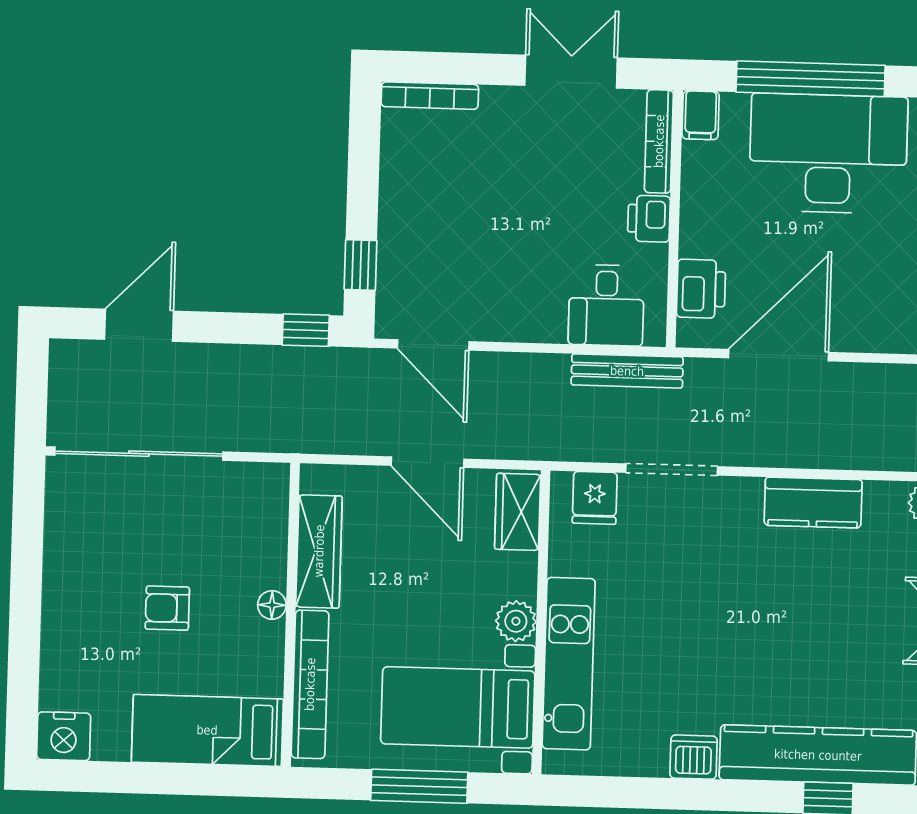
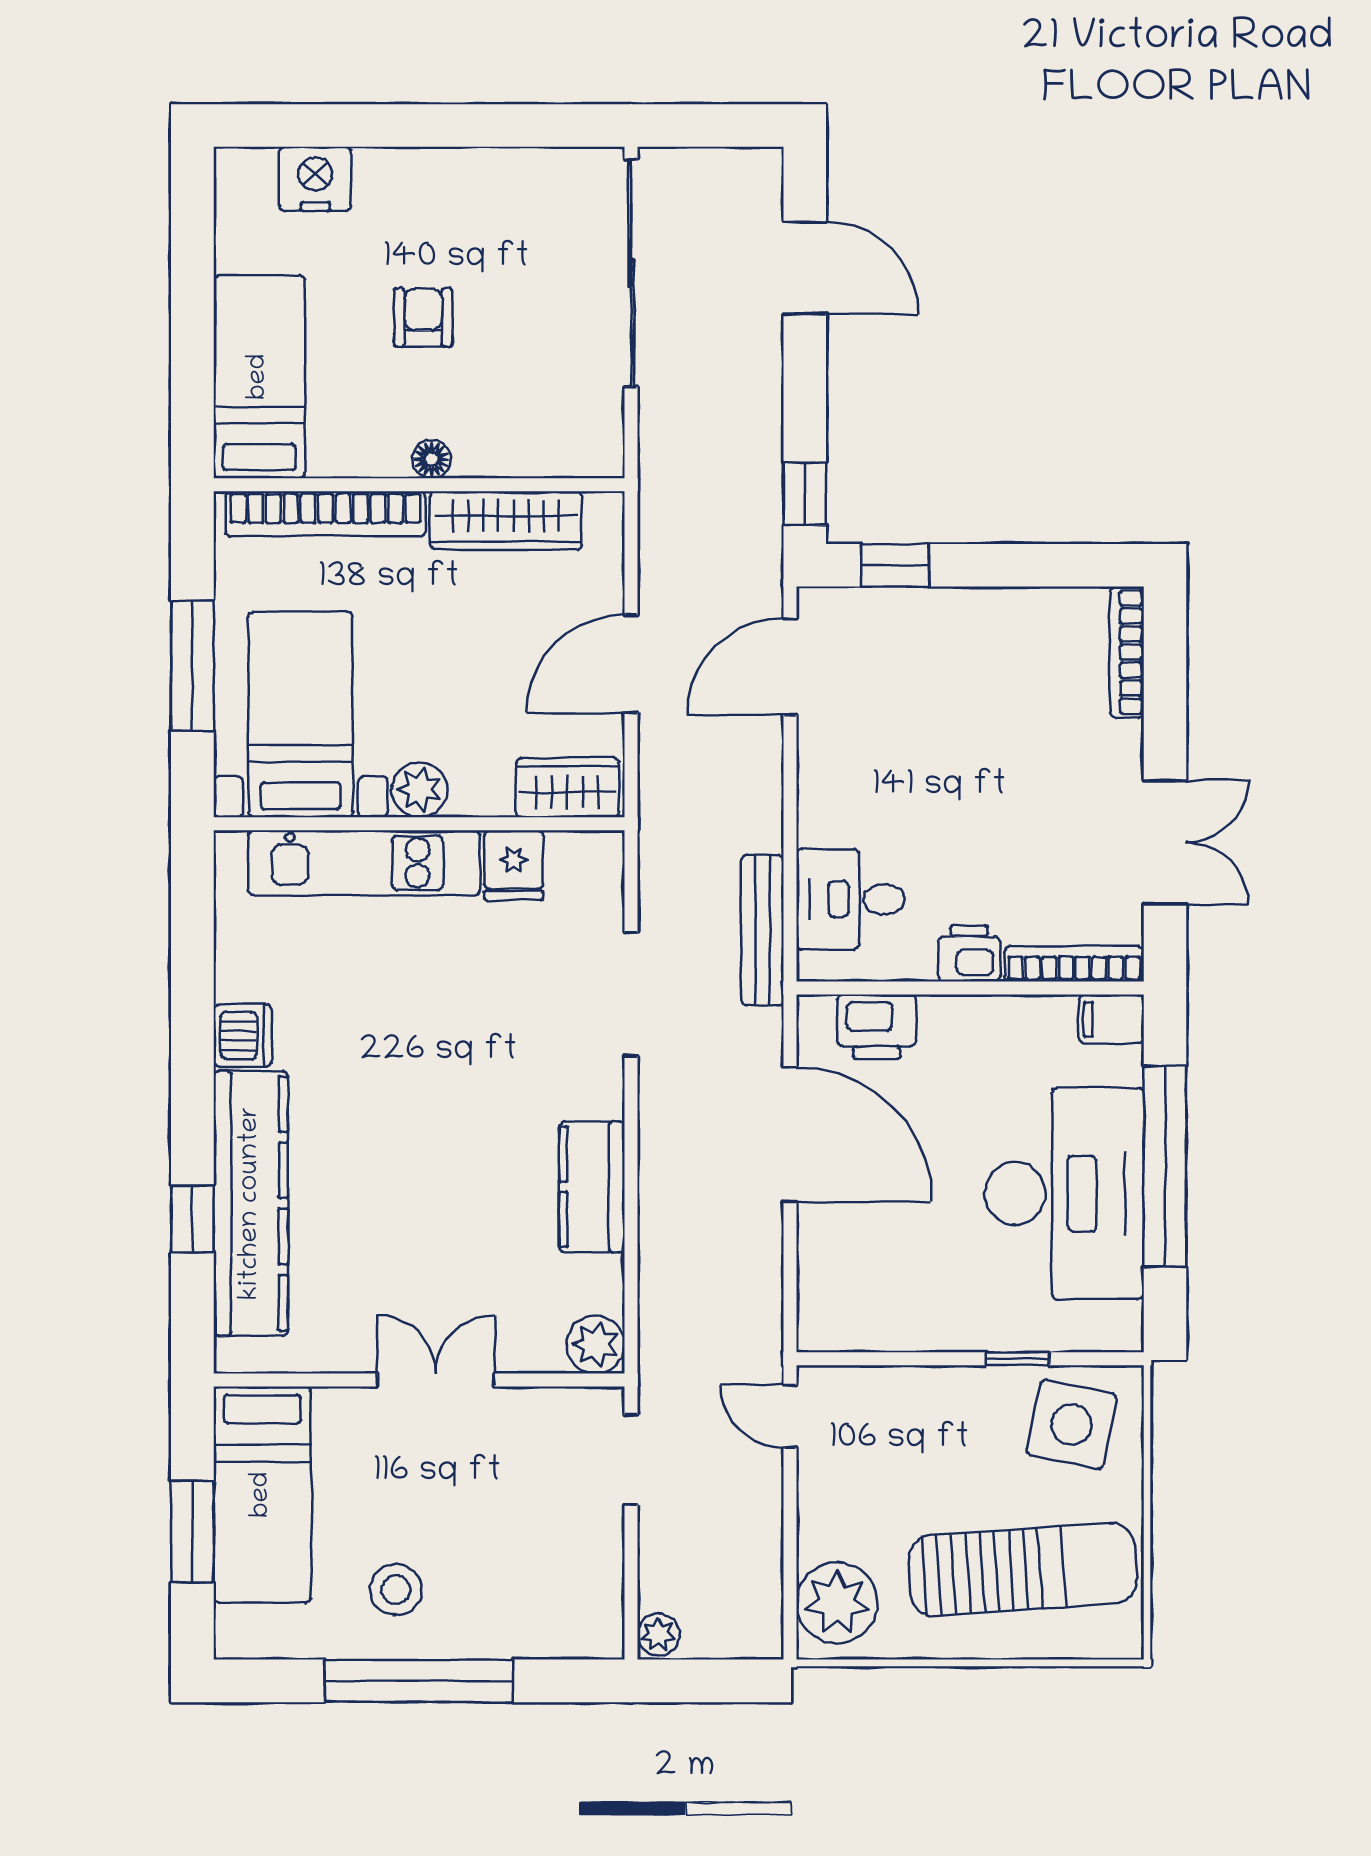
fridge: (595, 498) -> (514, 865), moved, turned -90
nightstand: (64, 736) -> (315, 179), moved, turned 90

